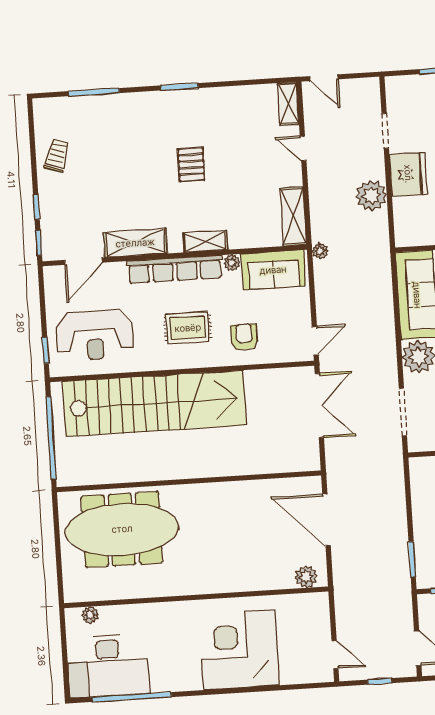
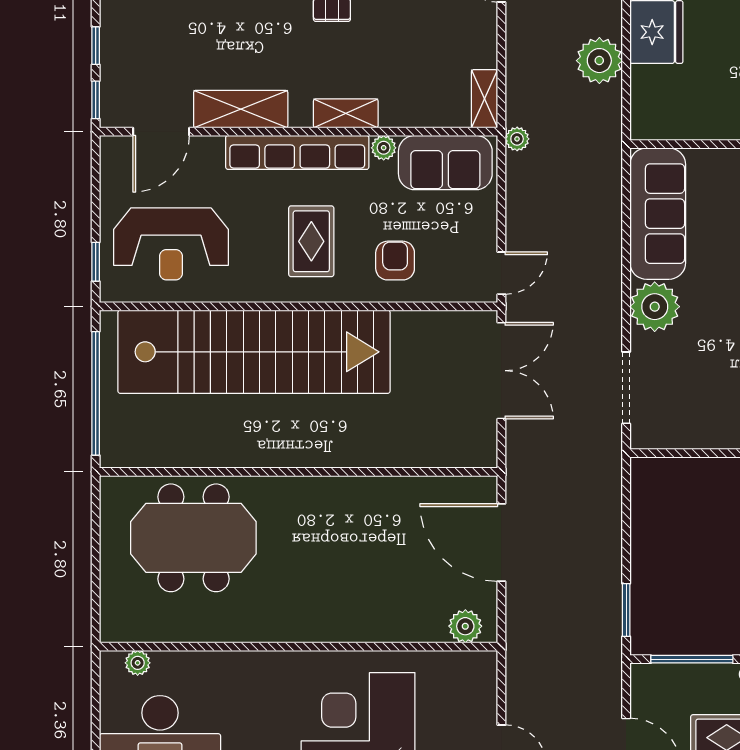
shelving: (293, 216) -> (484, 99), width x0.67, depth x0.75
rug: (188, 328) -> (311, 241), turned 90
meeting table: (122, 529) -> (193, 538), width x0.73

